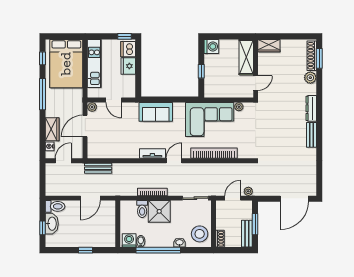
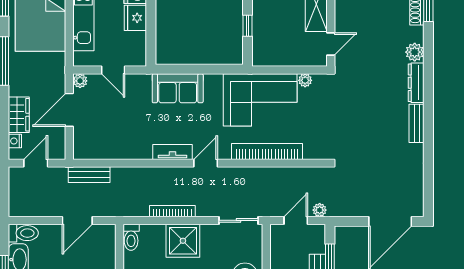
plant: (310, 78) -> (415, 52), moved
toilet: (142, 209) -> (131, 237), moved

